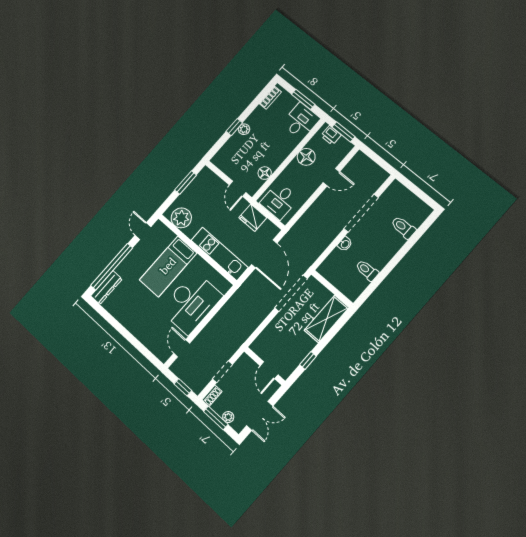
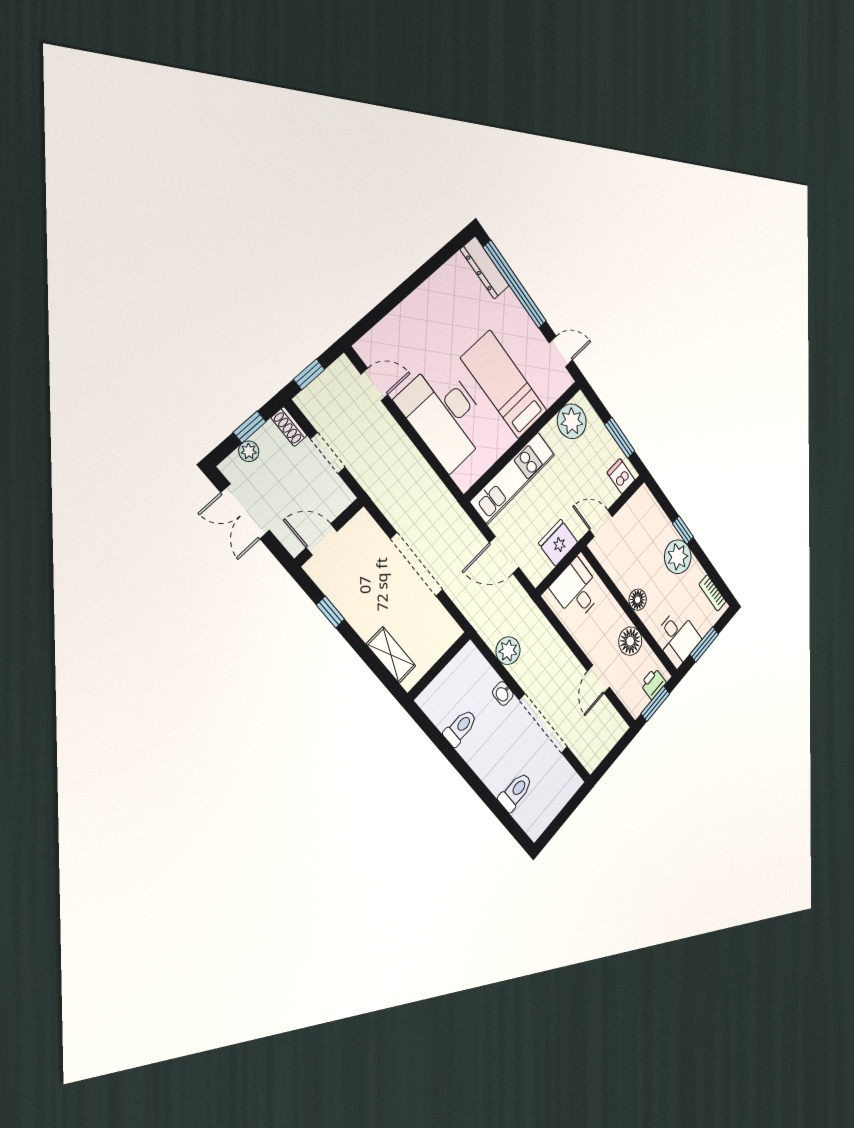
plant: (244, 129) -> (678, 557), width x1.87, depth x1.87
floor lamp: (265, 173) -> (638, 600), moved
dishwasher: (208, 178) -> (621, 476), added
plant: (319, 244) -> (508, 651), added
door: (264, 254) -> (504, 555), width x0.73
doorway: (291, 293) -> (417, 565), moved
shelving: (327, 319) -> (391, 655), width x0.67, depth x0.75
window: (216, 418) -> (250, 427), width x0.67

